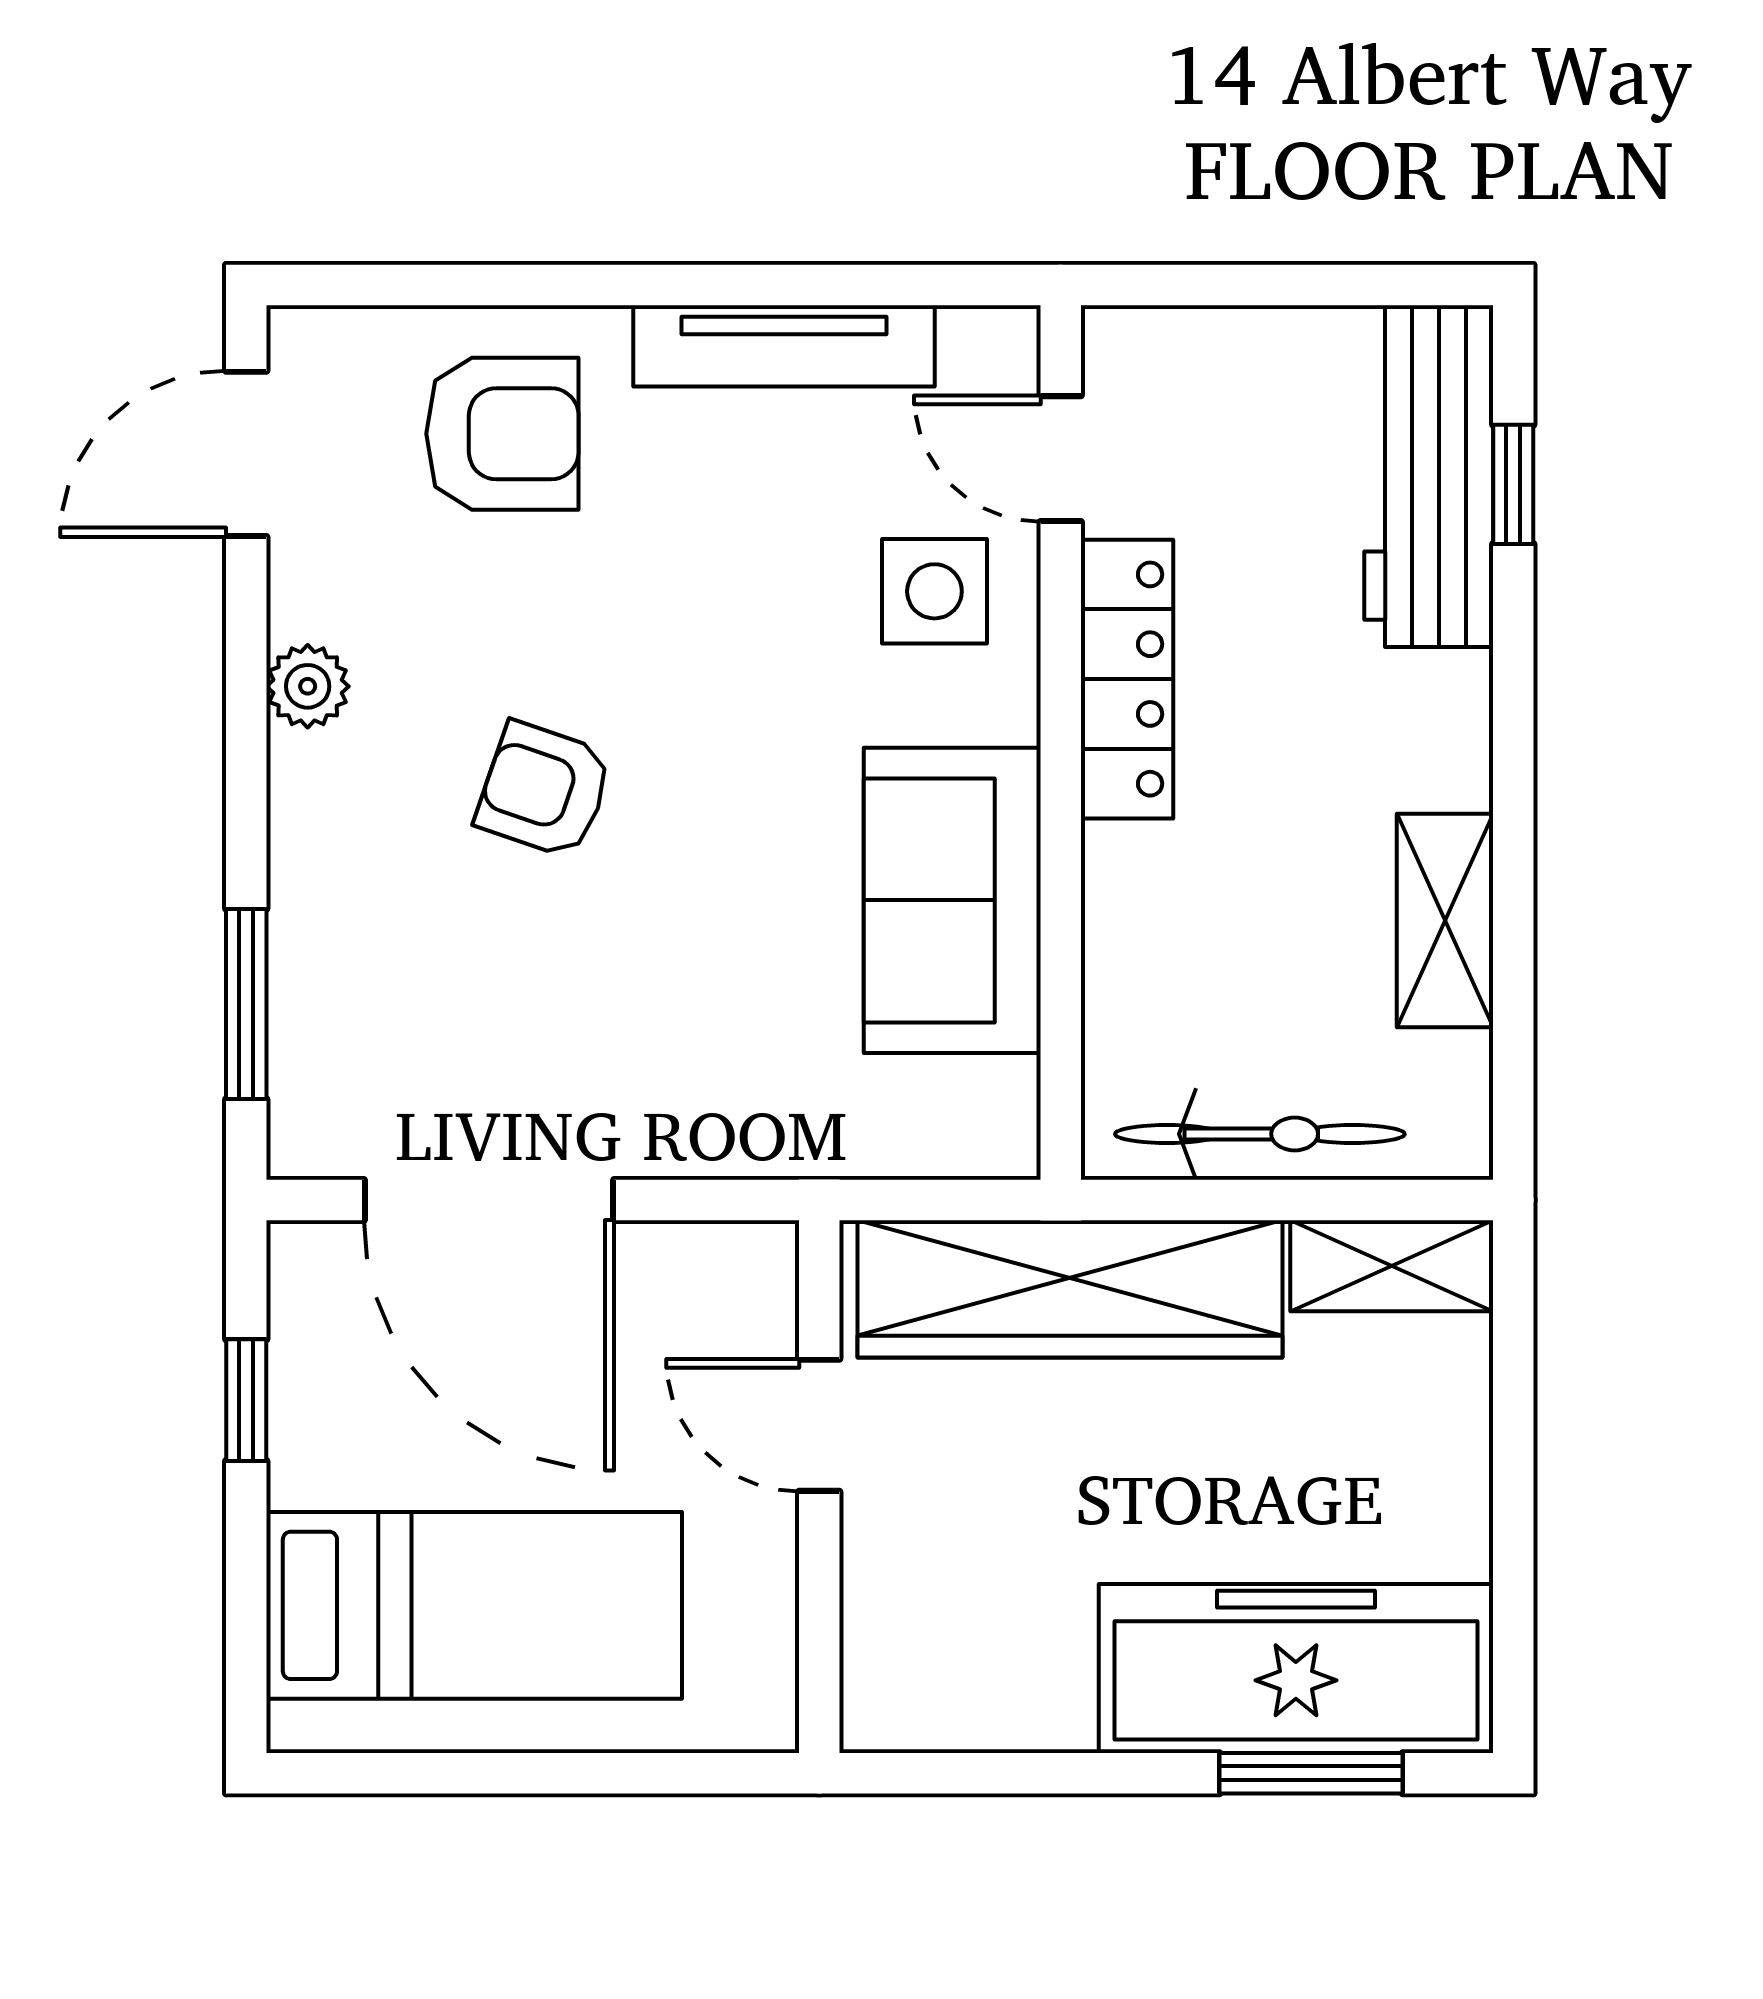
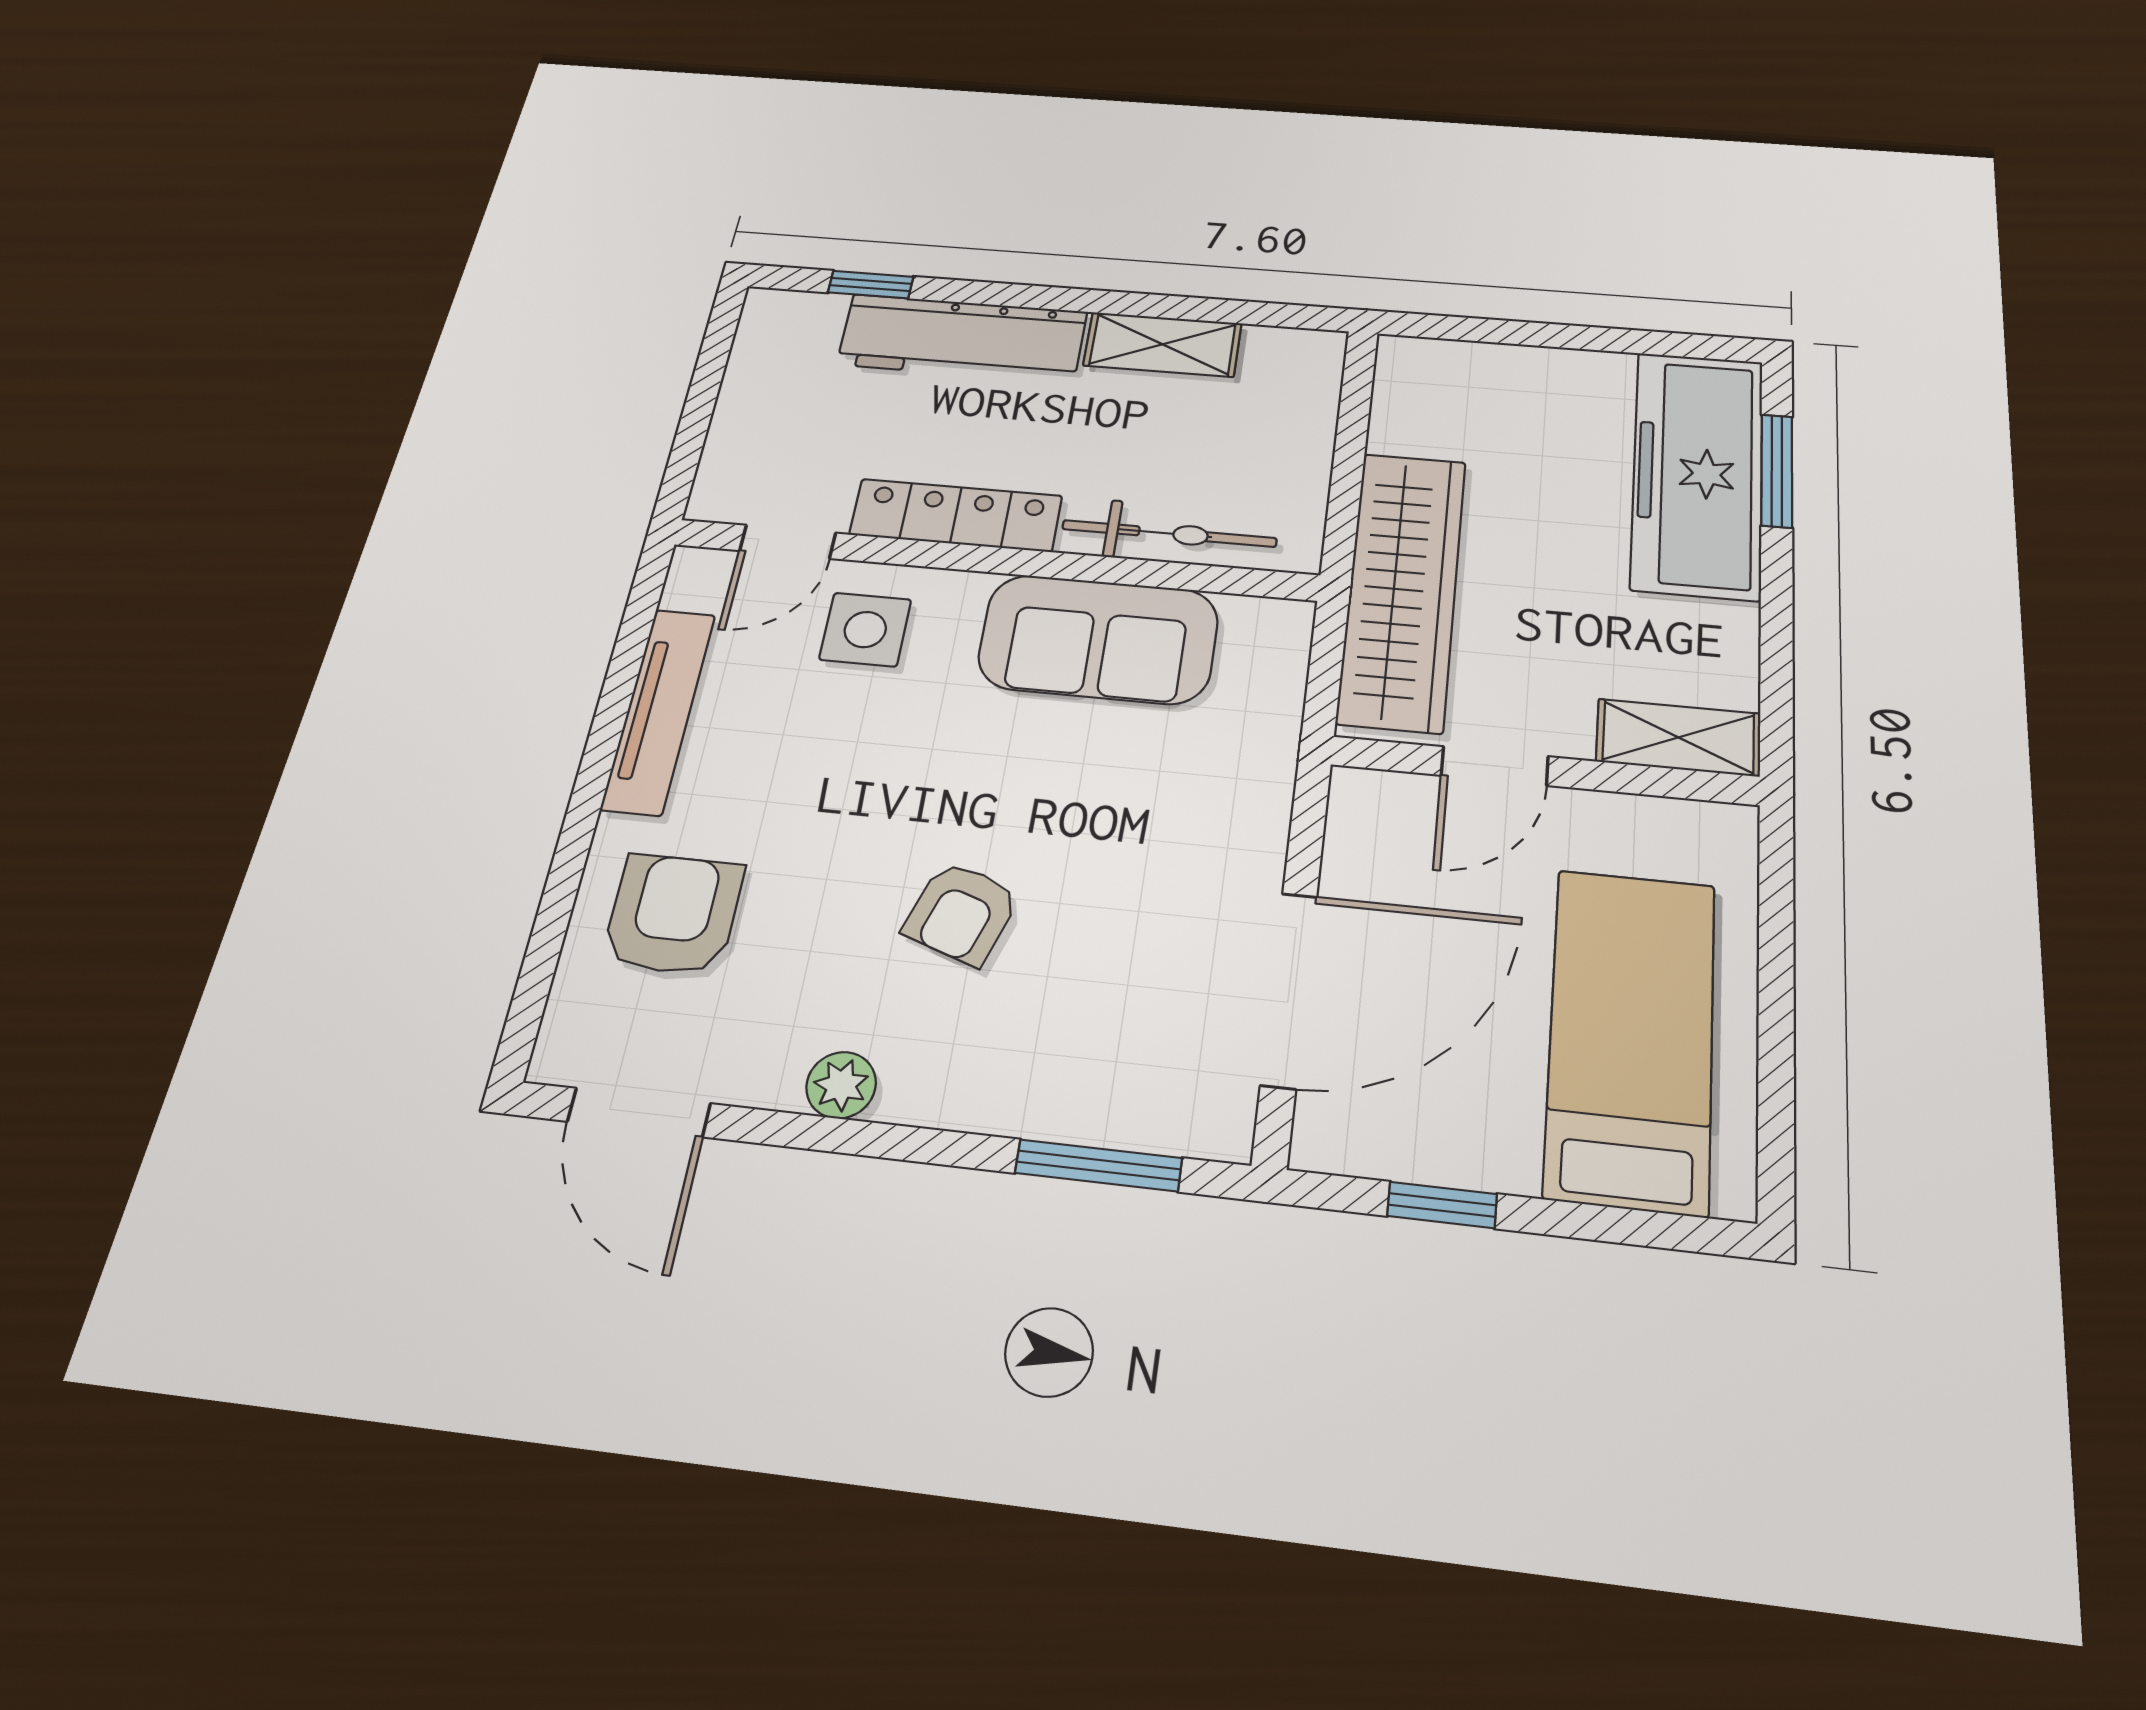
workbench: (1429, 476) -> (962, 338), moved
bicycle: (1260, 1134) -> (1169, 534), moved, turned 90
shelving: (1392, 1266) -> (1678, 737), moved, turned 90

